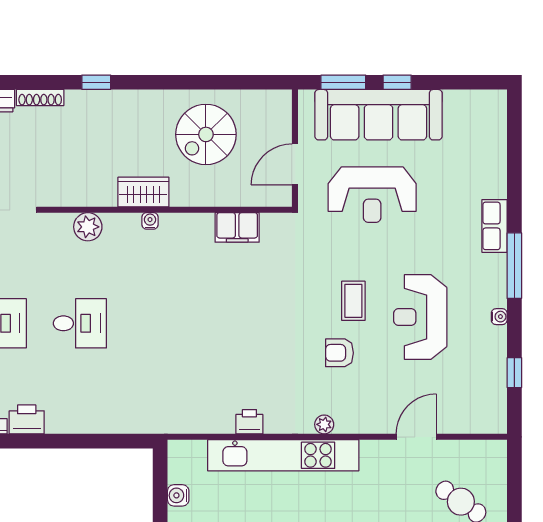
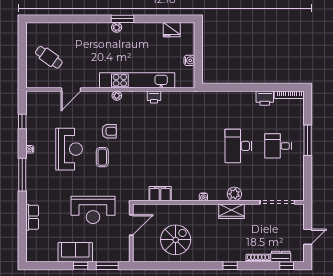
sofa: (378, 115) -> (75, 252), width x0.54, depth x0.79
wardrobe: (143, 192) -> (231, 211), moved
reception desk: (372, 195) -> (93, 210), turned 180
row of seats: (494, 226) -> (32, 217), moved
desk: (80, 323) -> (238, 146), width x1.37

